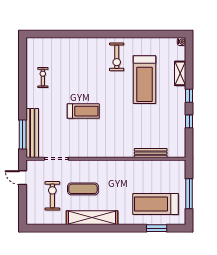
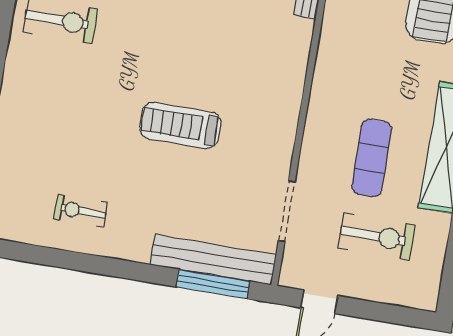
treadmill: (83, 111) -> (180, 125), turned -90
exercise bike: (52, 196) -> (376, 236), turned 180

